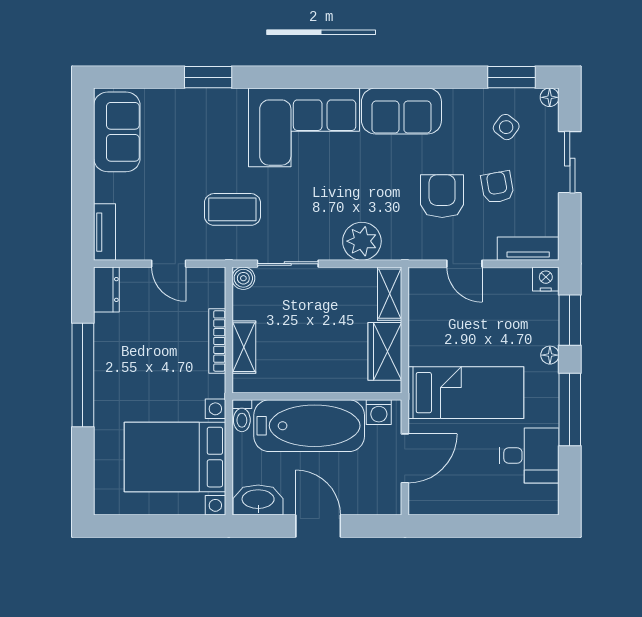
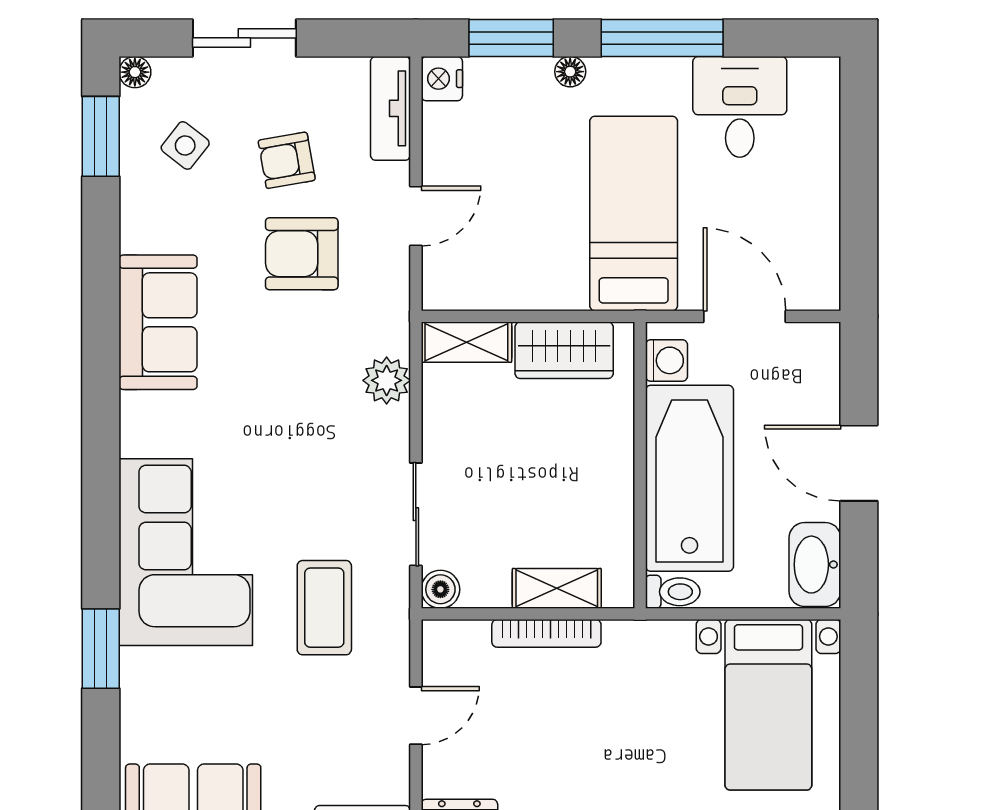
corner sofa: (304, 127) -> (186, 552), moved
plant: (362, 241) -> (387, 380), width x0.73, depth x0.73
bed with nightstands: (175, 457) -> (768, 705), width x0.73
door: (318, 526) -> (859, 463), hinge flipped

